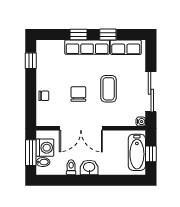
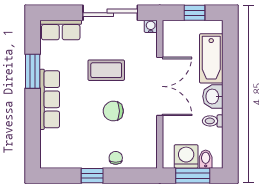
window: (78, 34) -> (33, 111), removed
window: (108, 34) -> (33, 71), width x1.50
row of seats: (126, 47) -> (61, 30), moved, turned 90
window: (31, 61) -> (92, 176), moved
double door: (81, 128) -> (160, 86), moved
bathtub: (137, 152) -> (211, 58), moved, turned 90

